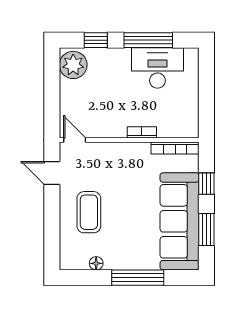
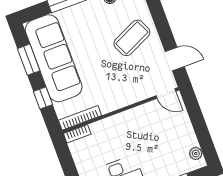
plant: (73, 65) -> (196, 153), width x0.53, depth x0.53
bookcase: (142, 132) -> (77, 134), moved
coffee table: (89, 212) -> (132, 38), turned 65

